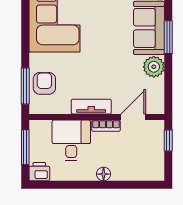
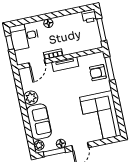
window: (168, 37) -> (26, 118), removed
armchair: (44, 83) -> (98, 73), turned 90
desk: (71, 140) -> (24, 36), moved, turned 90
window: (168, 140) -> (10, 43), moved

